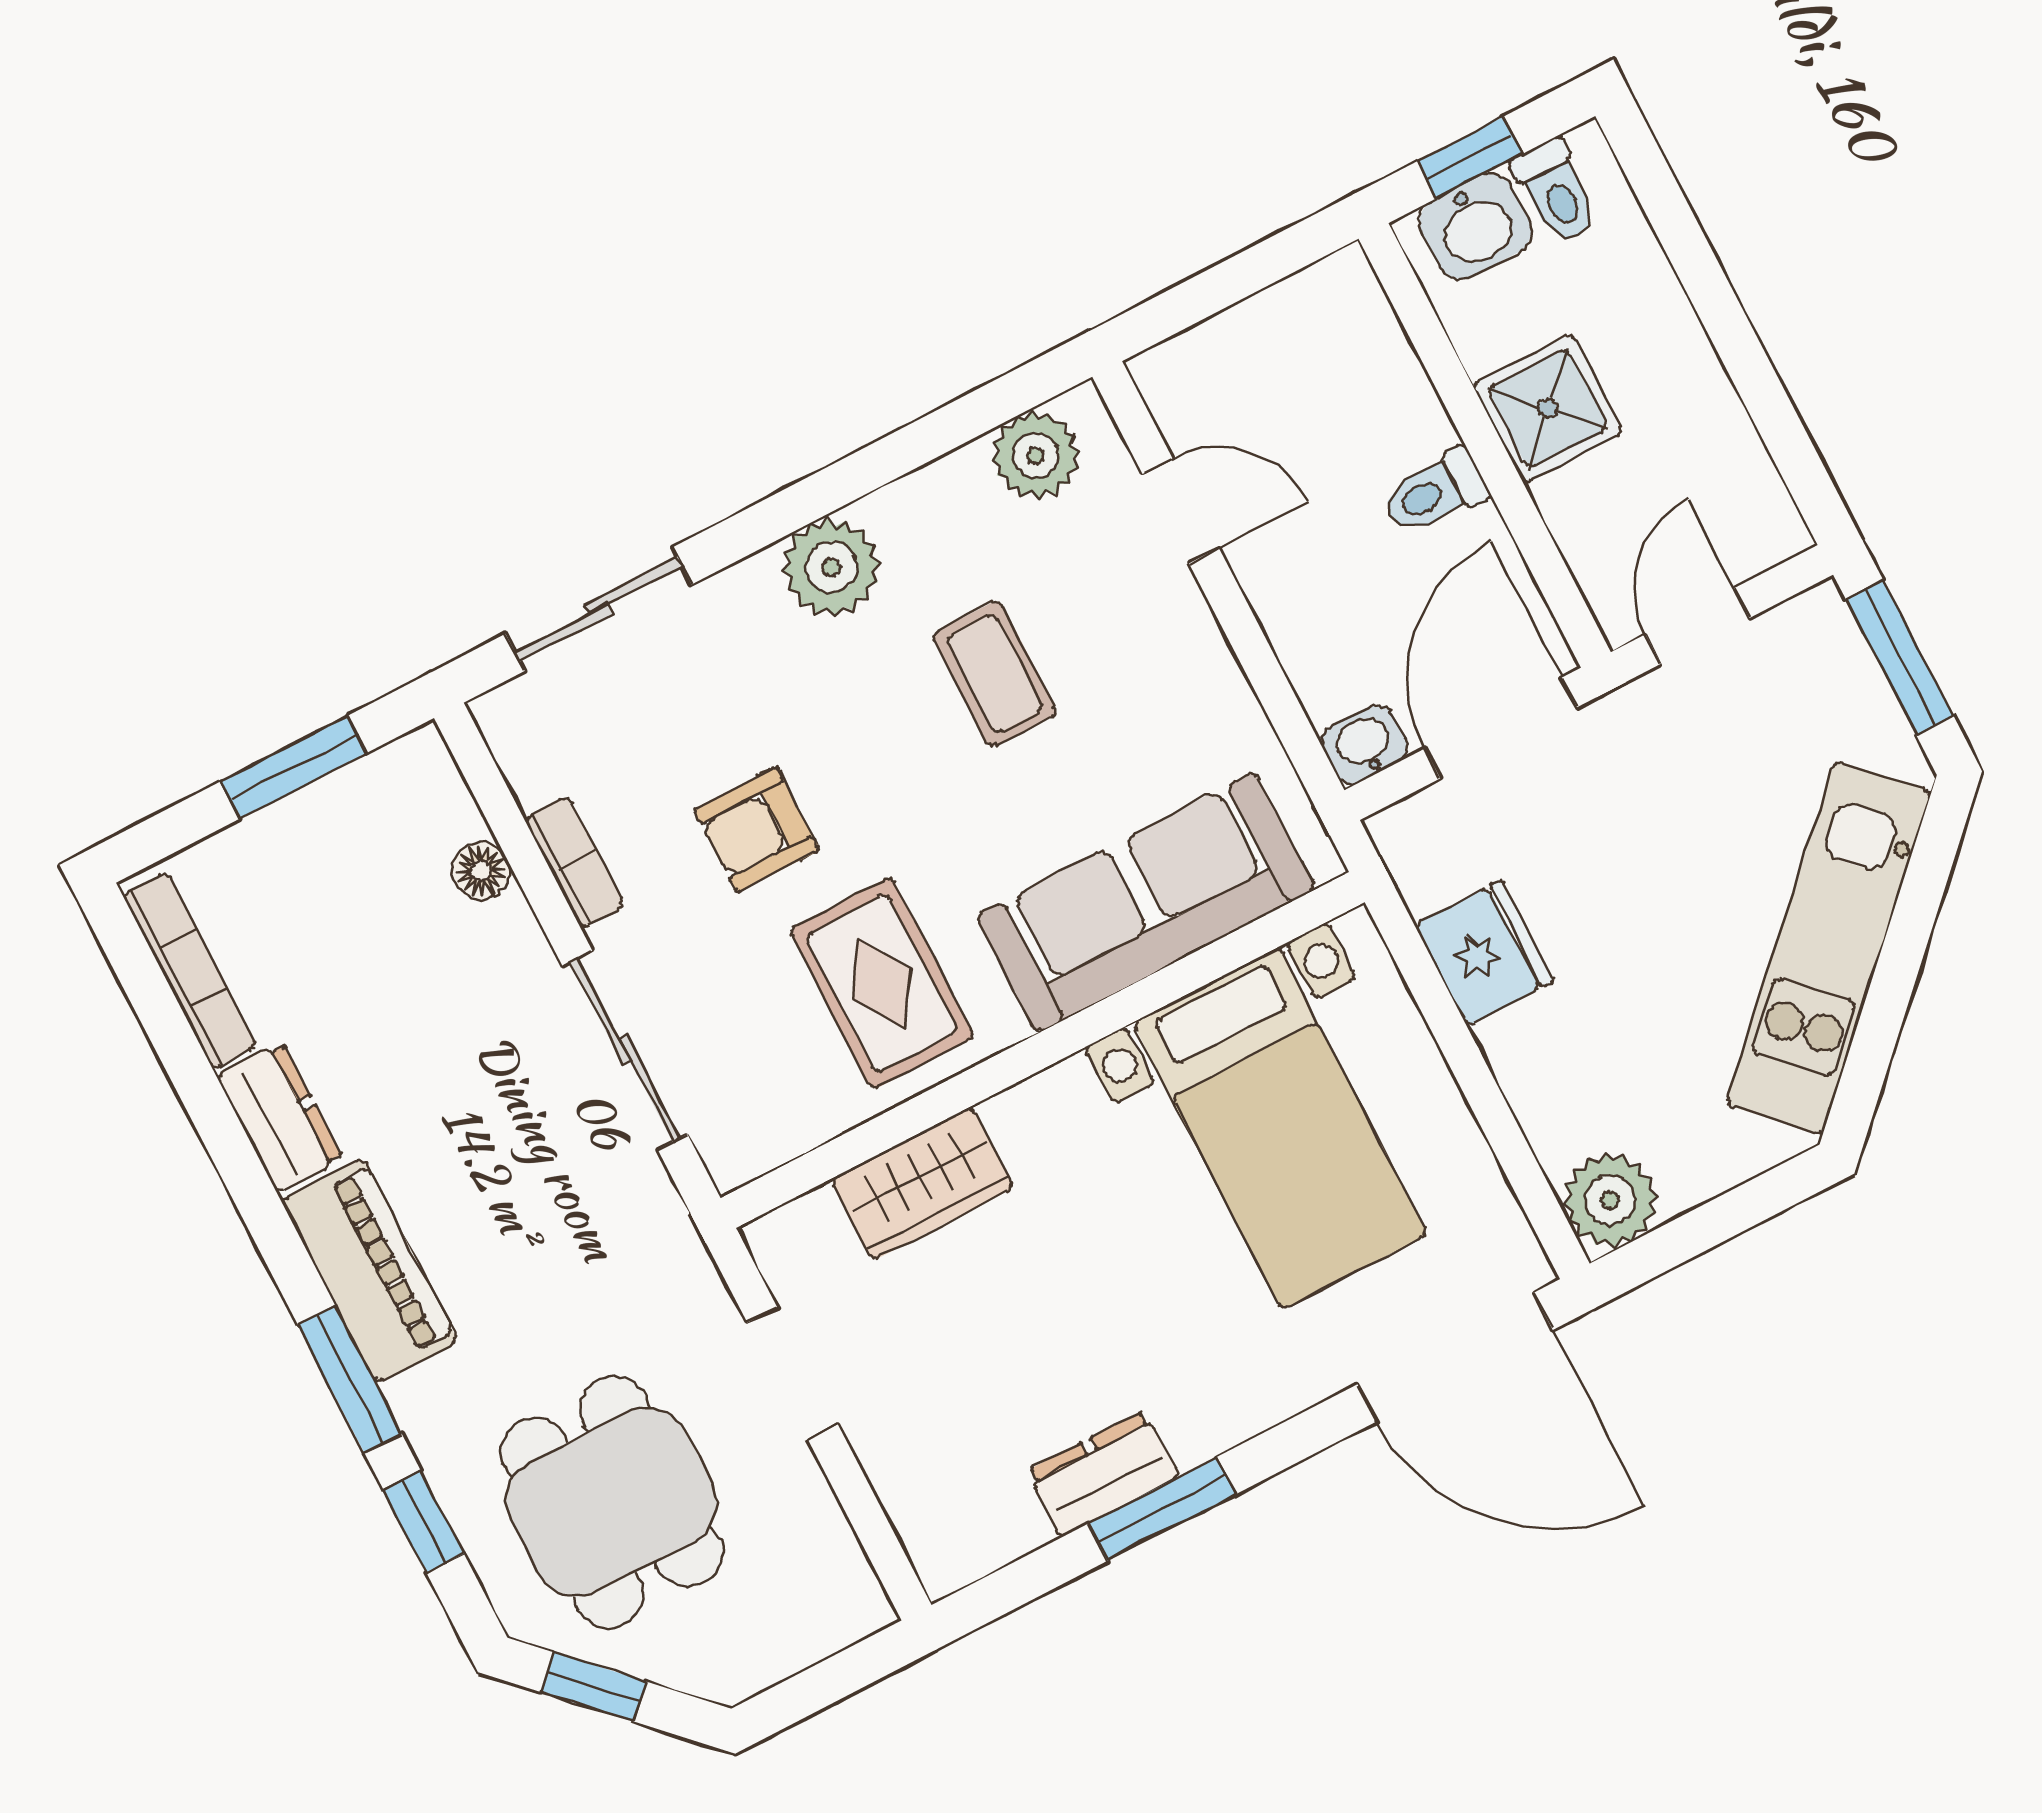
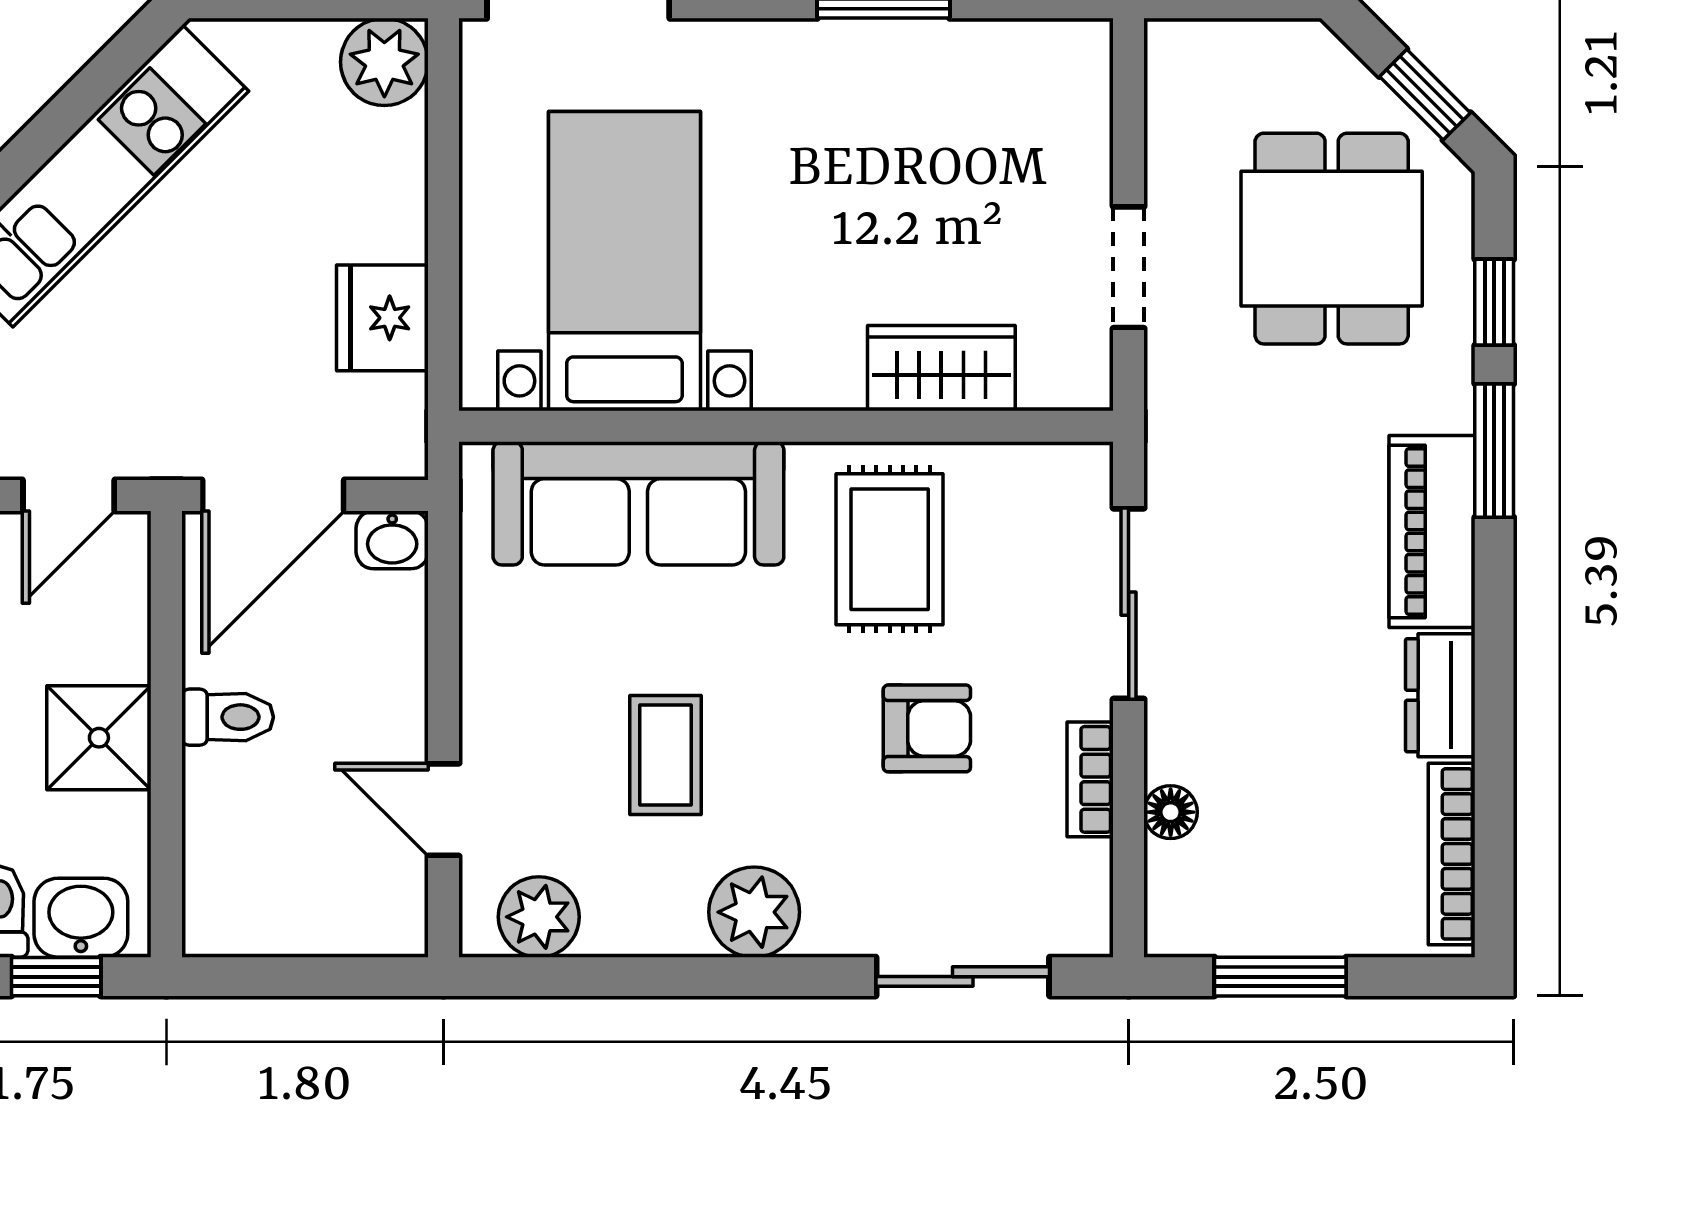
dresser: (1103, 1474) -> (917, 53), removed

